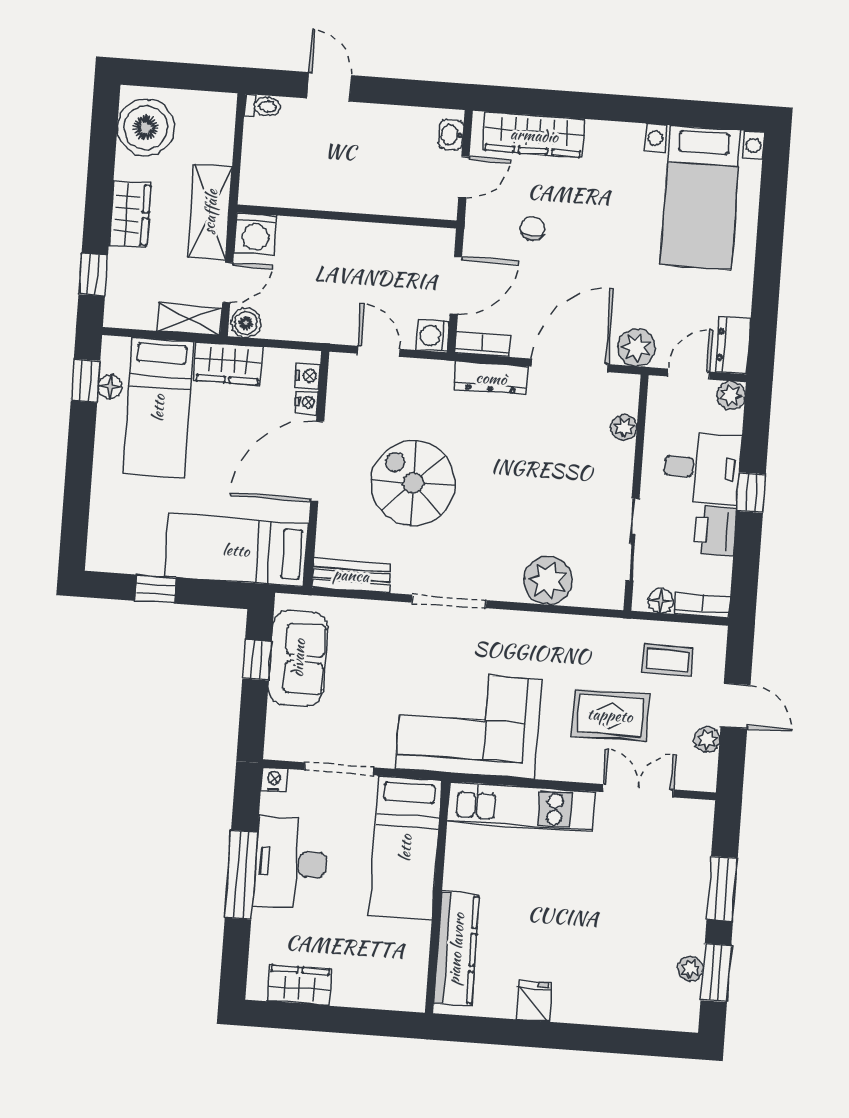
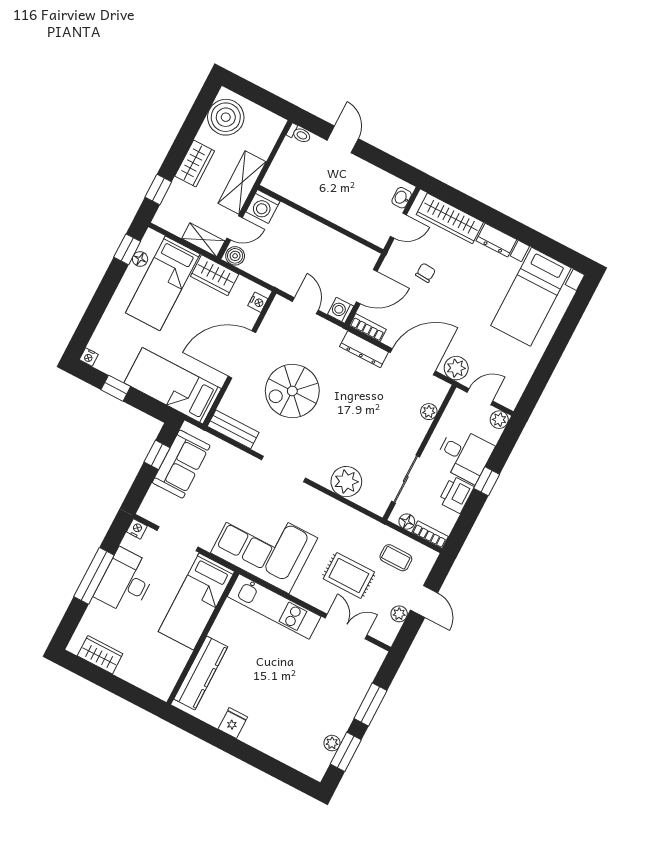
dresser: (733, 345) -> (496, 240), moved, turned -90
nightstand: (307, 402) -> (89, 357), moved, turned 90
spiral stairs: (413, 483) -> (292, 391), turned -90

